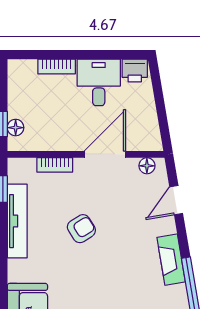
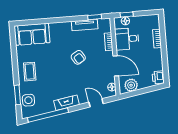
desk: (99, 82) -> (127, 39), moved, turned 180
plant: (146, 126) -> (131, 85), added
tv unit: (17, 221) -> (85, 25), width x0.71

